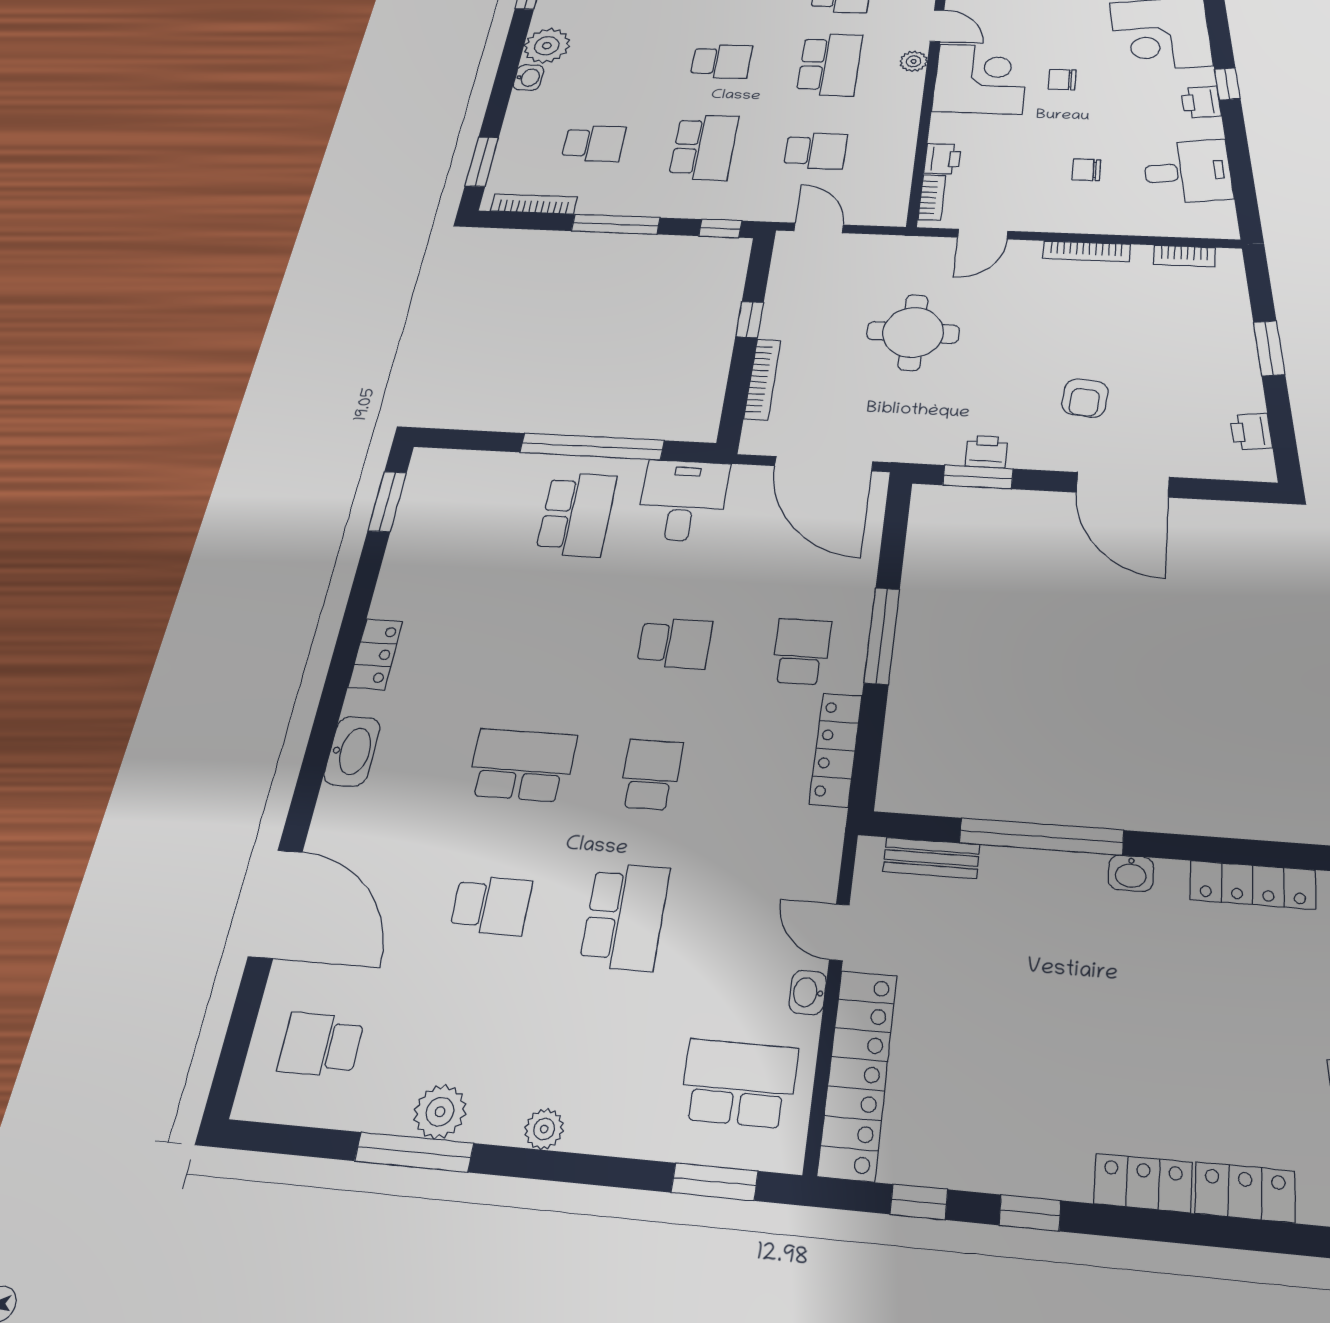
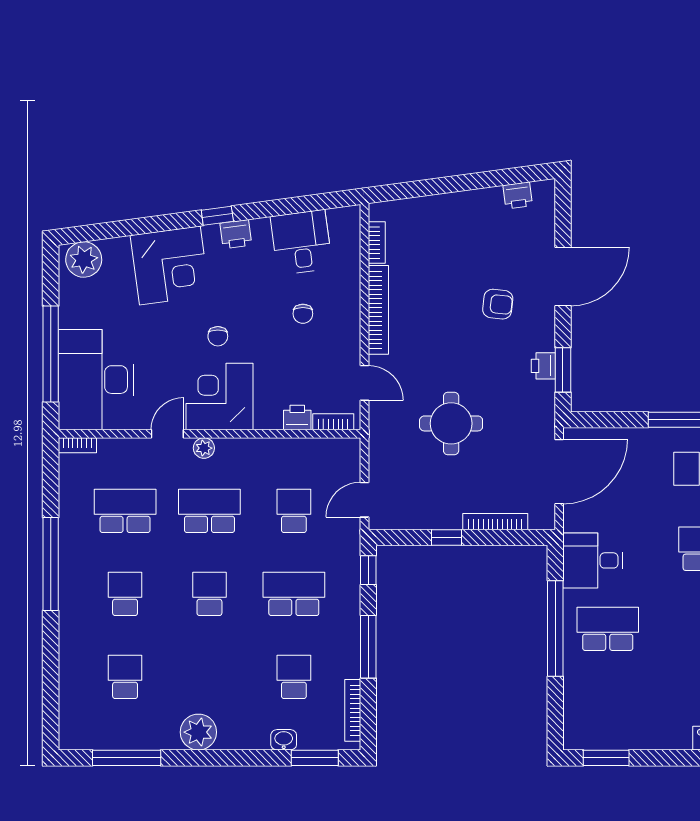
washbasin: (528, 78) -> (284, 740), moved
bookcase: (1086, 251) -> (378, 310), width x1.48, depth x1.31
window: (1269, 348) -> (451, 184), removed

